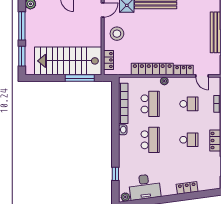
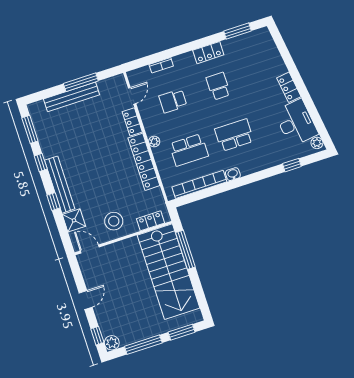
school desk: (150, 104) -> (189, 150), turned 180
school desk: (189, 104) -> (173, 101), turned -90
locker: (187, 188) -> (289, 87), moved

